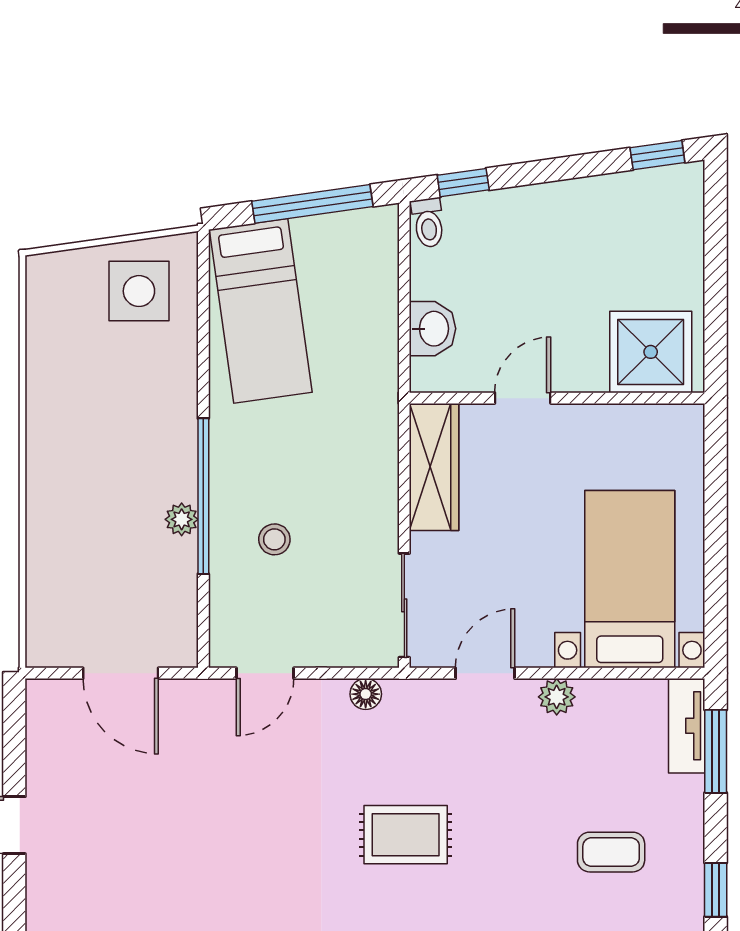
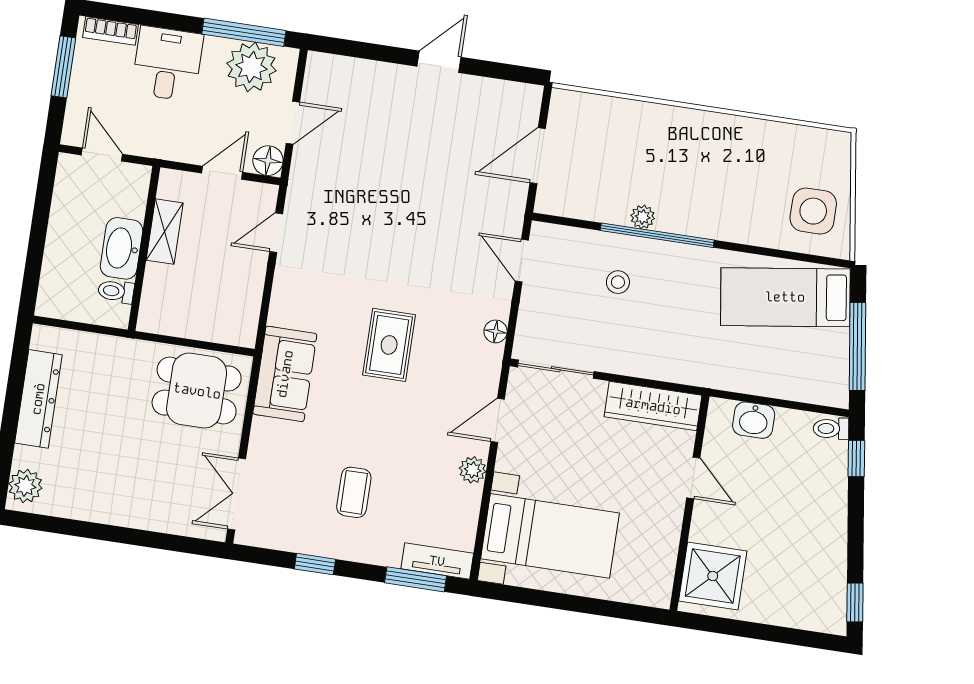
door: (485, 673) -> (498, 420), swing flipped

